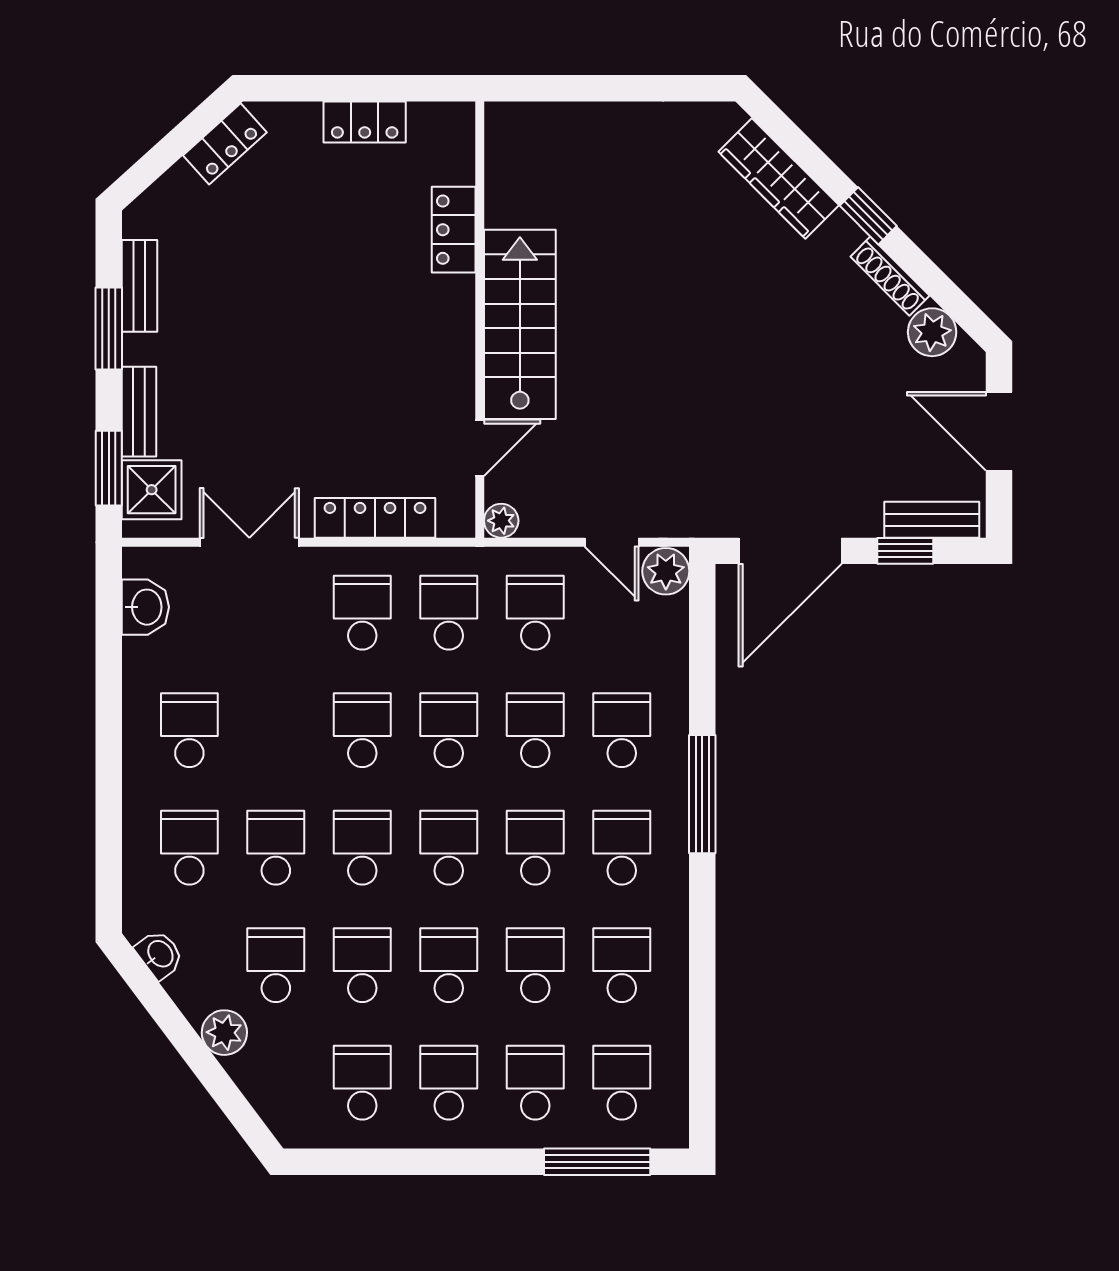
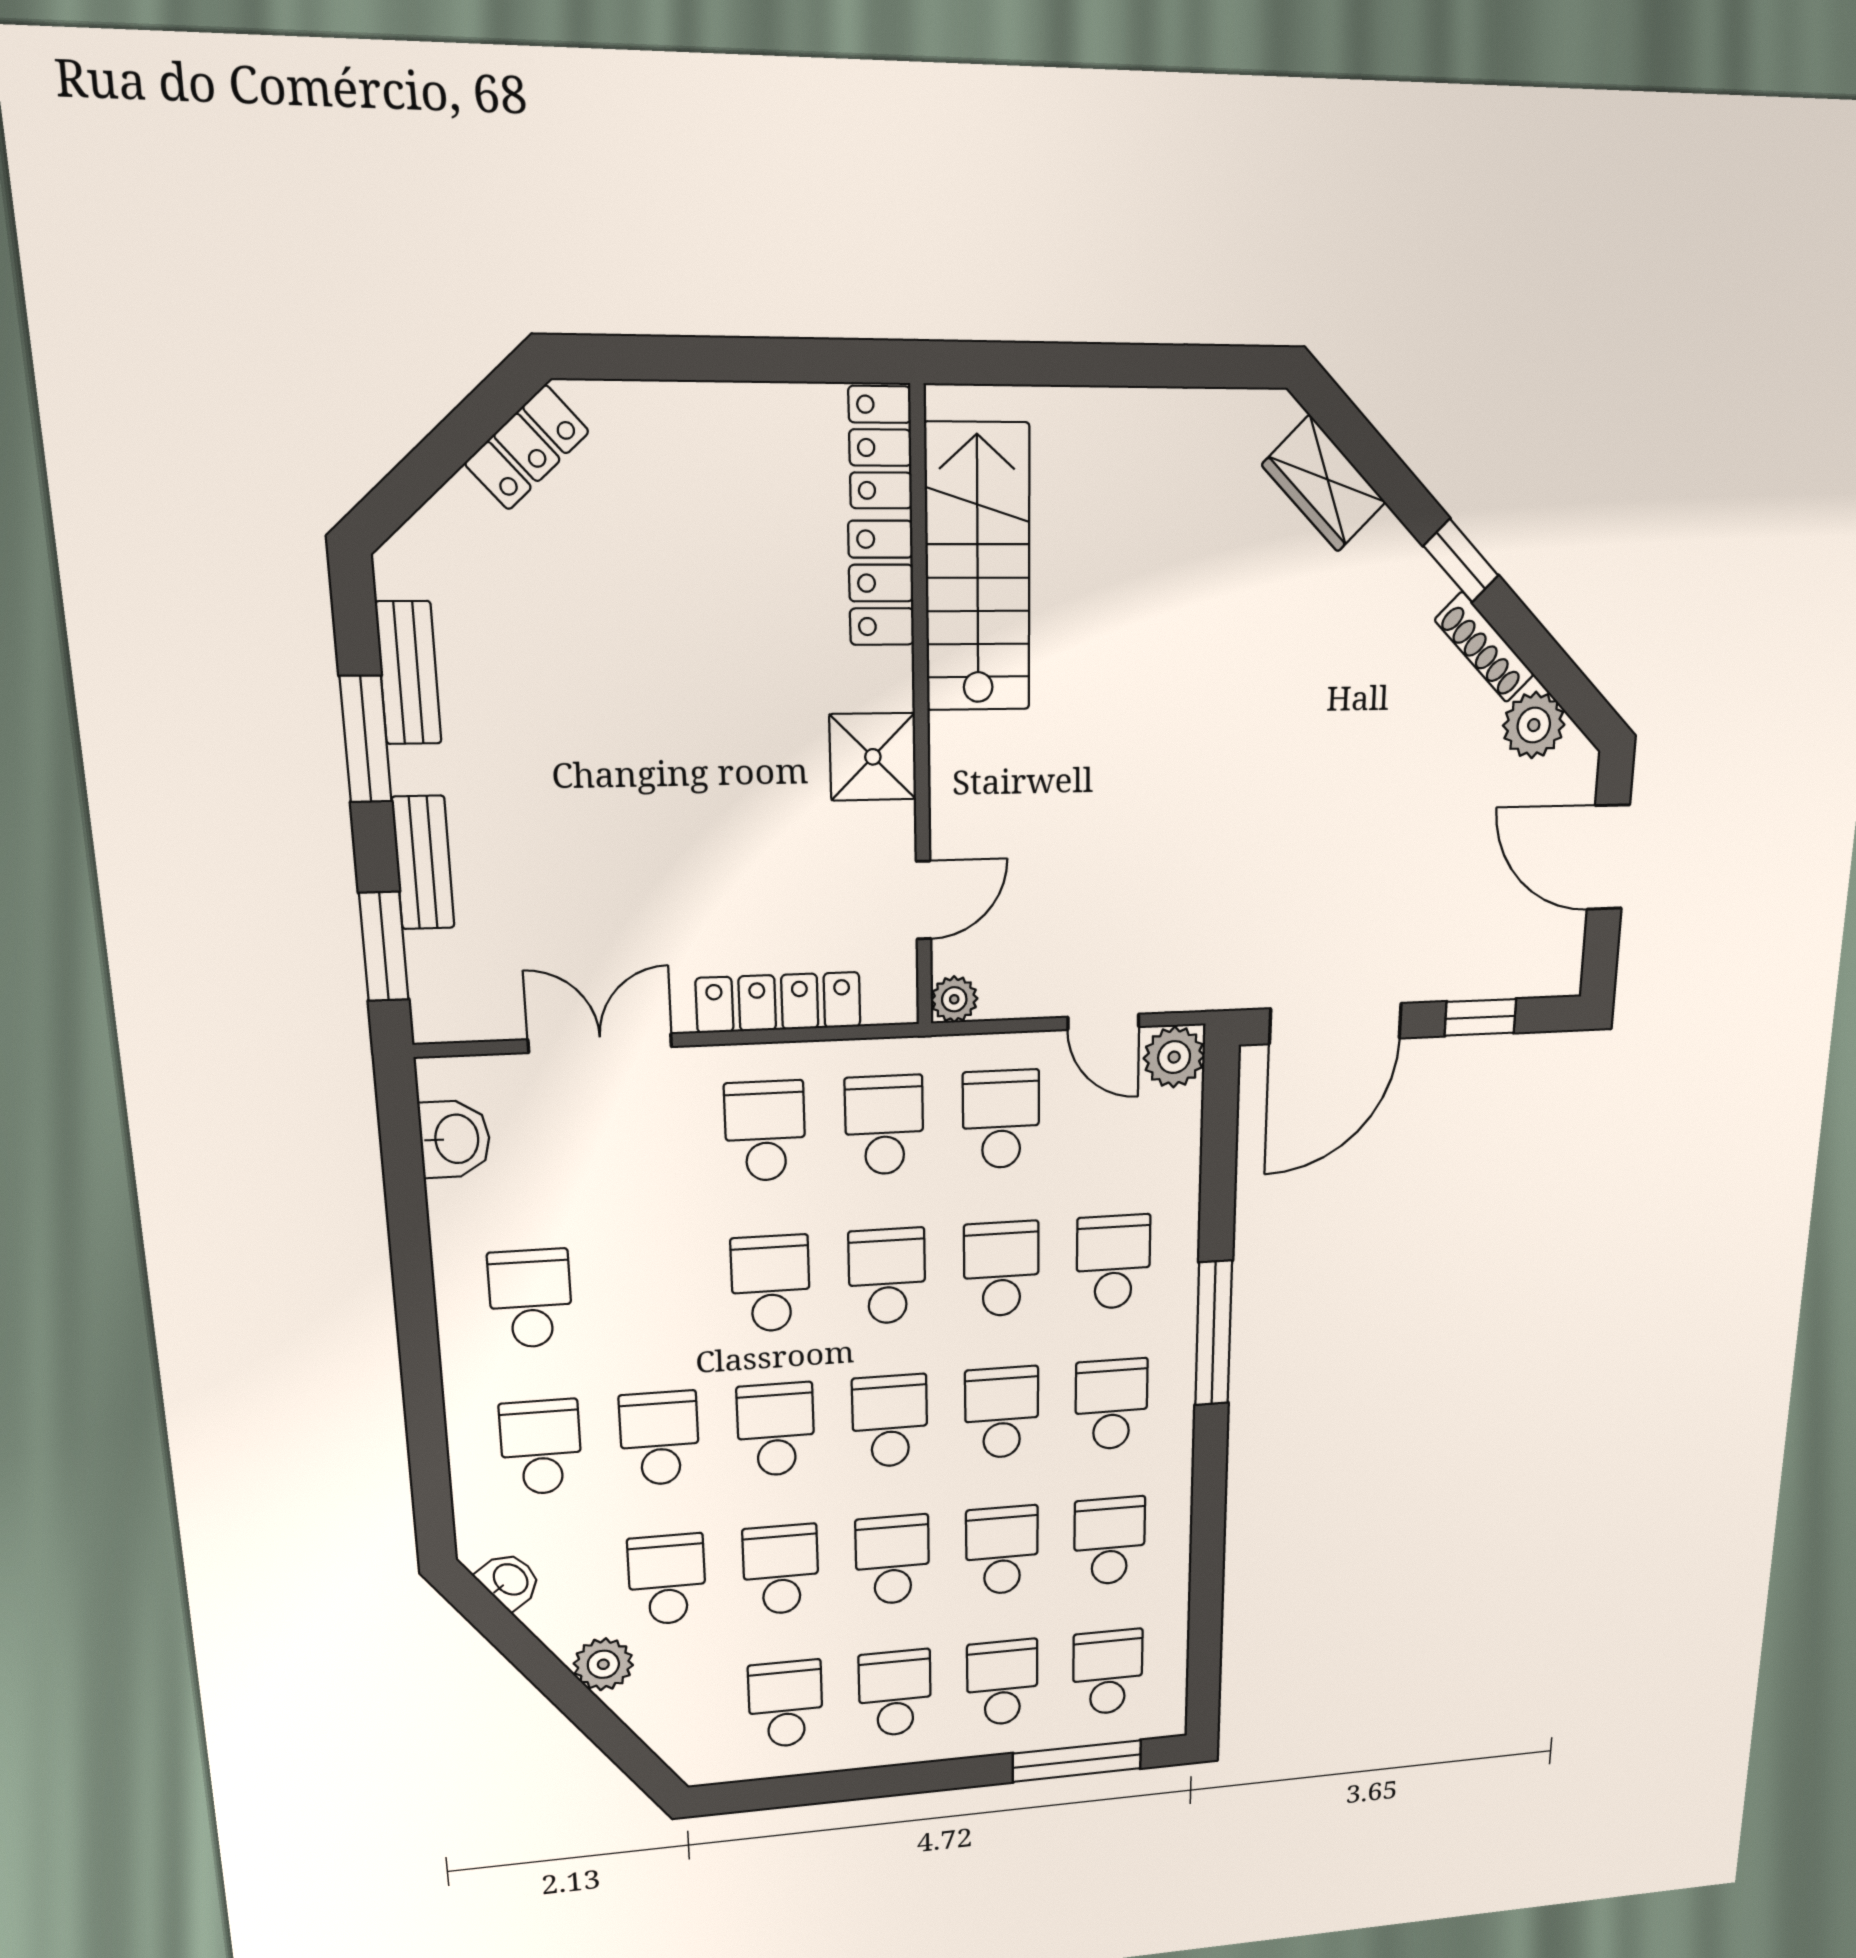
locker: (365, 122) -> (880, 448), moved, turned 90
wardrobe: (779, 178) -> (1324, 484), width x0.67
stairs: (520, 324) -> (978, 568), moved
shower: (152, 490) -> (873, 757), moved
bench: (932, 520) -> (1516, 976), removed

